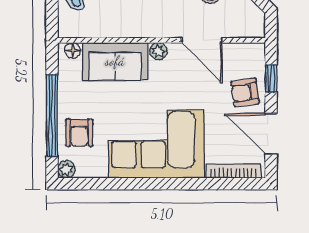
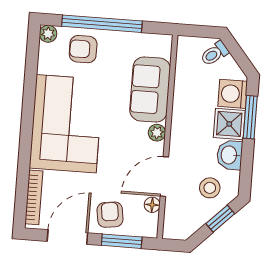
floor lamp: (73, 50) -> (152, 205), moved
window: (271, 78) -> (122, 241), width x1.50

